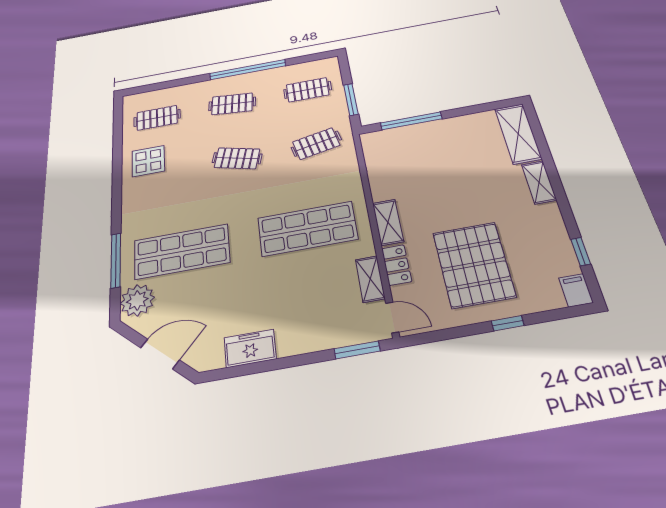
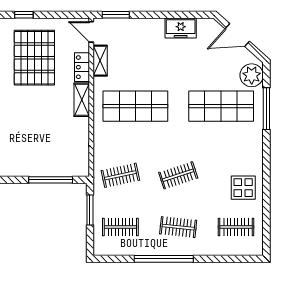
clothes rail: (237, 158) -> (178, 175), turned -33

